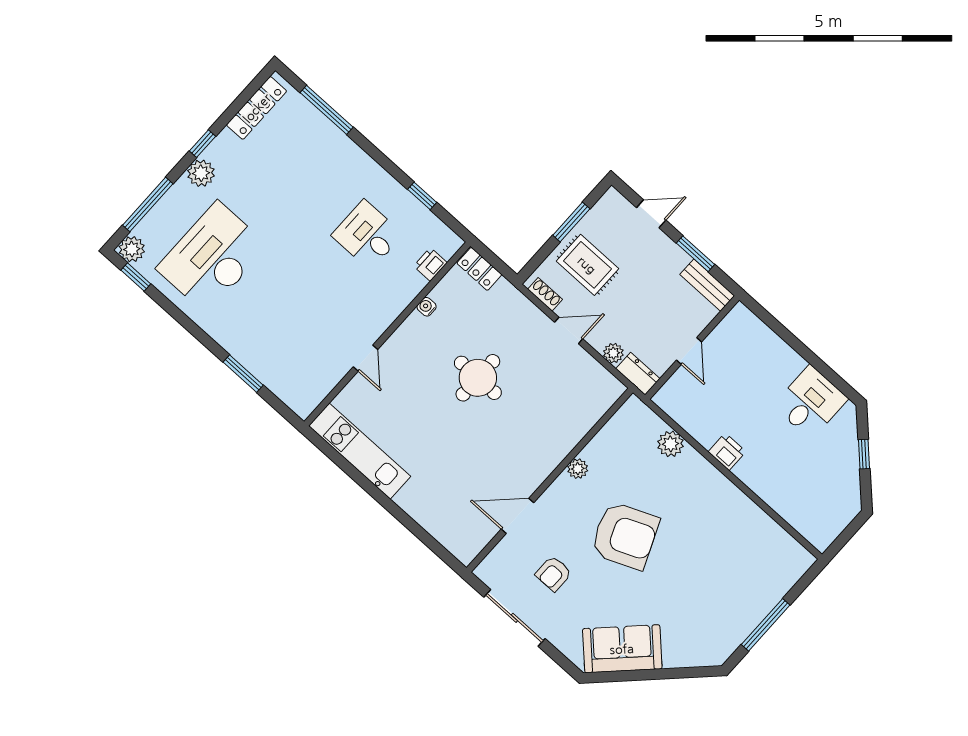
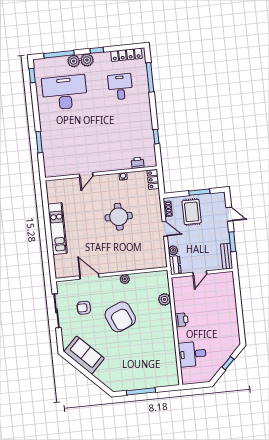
desk: (367, 235) -> (120, 87), moved
plant: (132, 249) -> (74, 61), moved
desk: (810, 402) -> (192, 354), moved, turned 180
kitchen unit: (360, 451) -> (58, 229), moved

